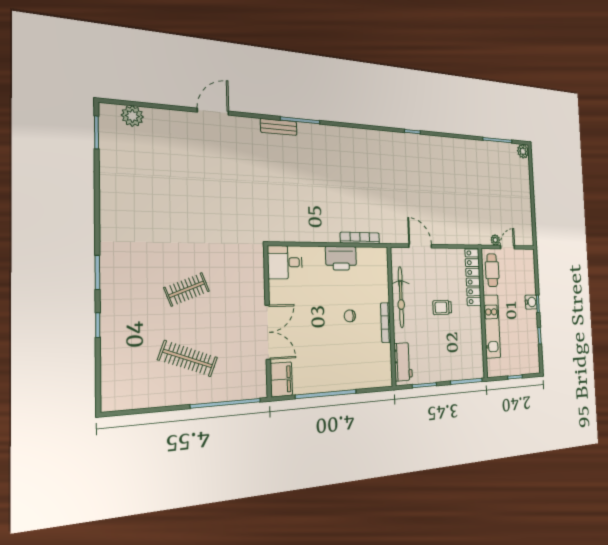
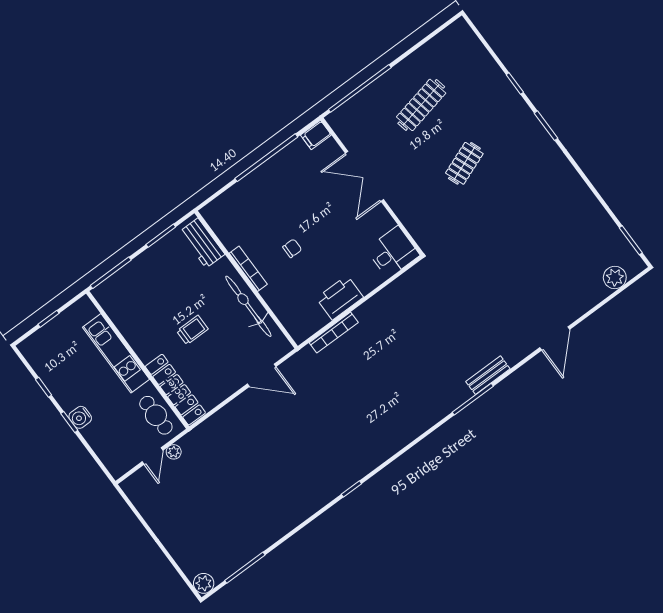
clothes rail: (188, 359) -> (421, 105), turned -33
filing cabinet: (281, 379) -> (316, 135), width x0.50

